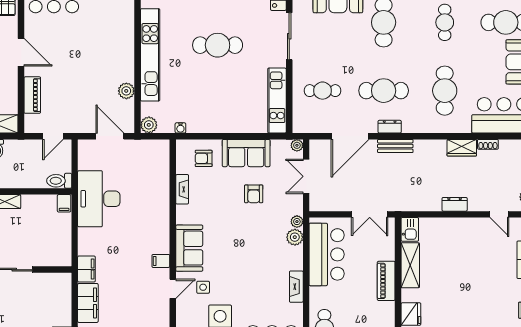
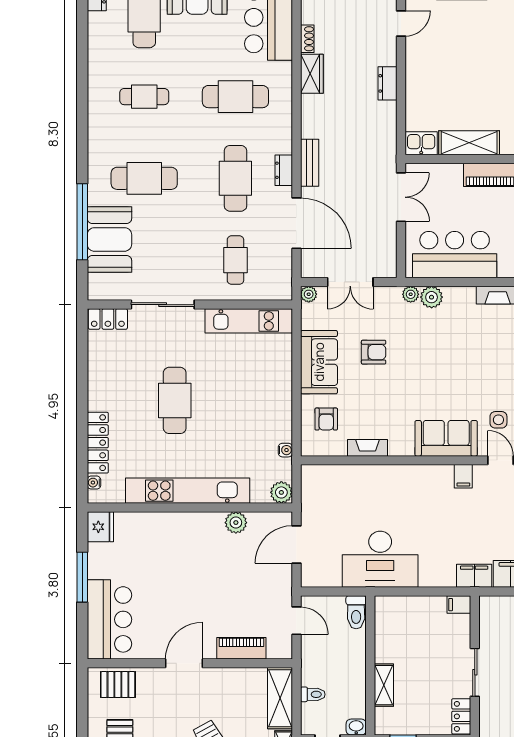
filing cabinet: (64, 203) -> (459, 605), moved, turned 180

